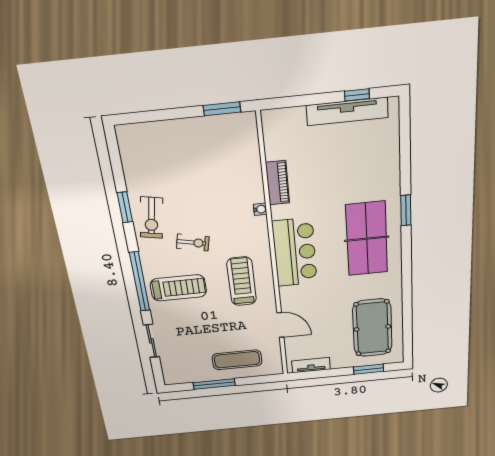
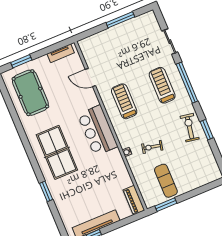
piano: (278, 183) -> (134, 200), moved
window: (406, 210) -> (46, 191), moved
exercise bike: (193, 243) -> (152, 147), moved
treadmill: (242, 281) -> (124, 101), turned 180
treadmill: (178, 288) -> (162, 85), turned 90
exercise mat: (237, 360) -> (166, 181), moved, turned 90

